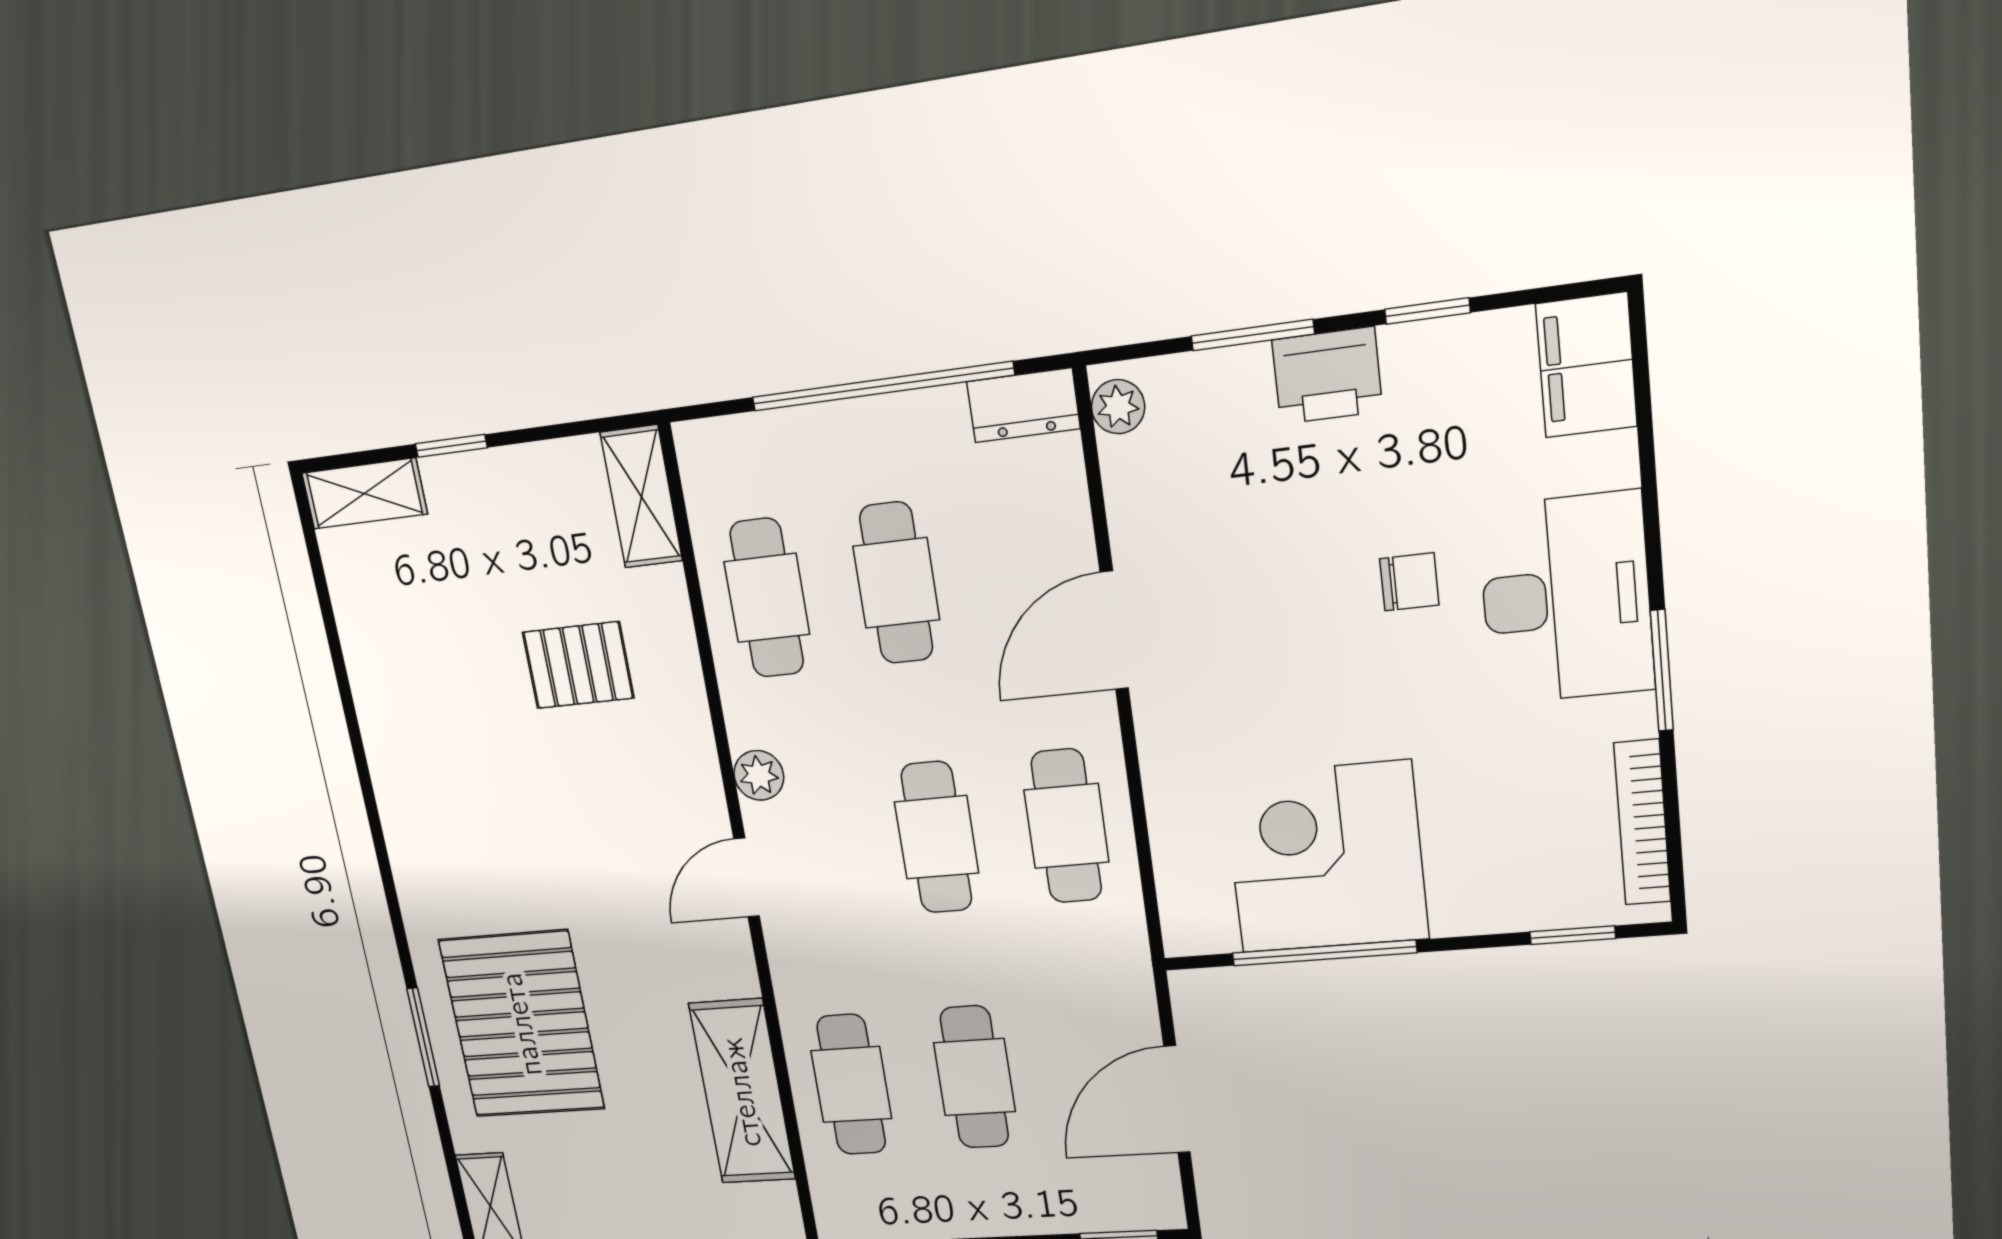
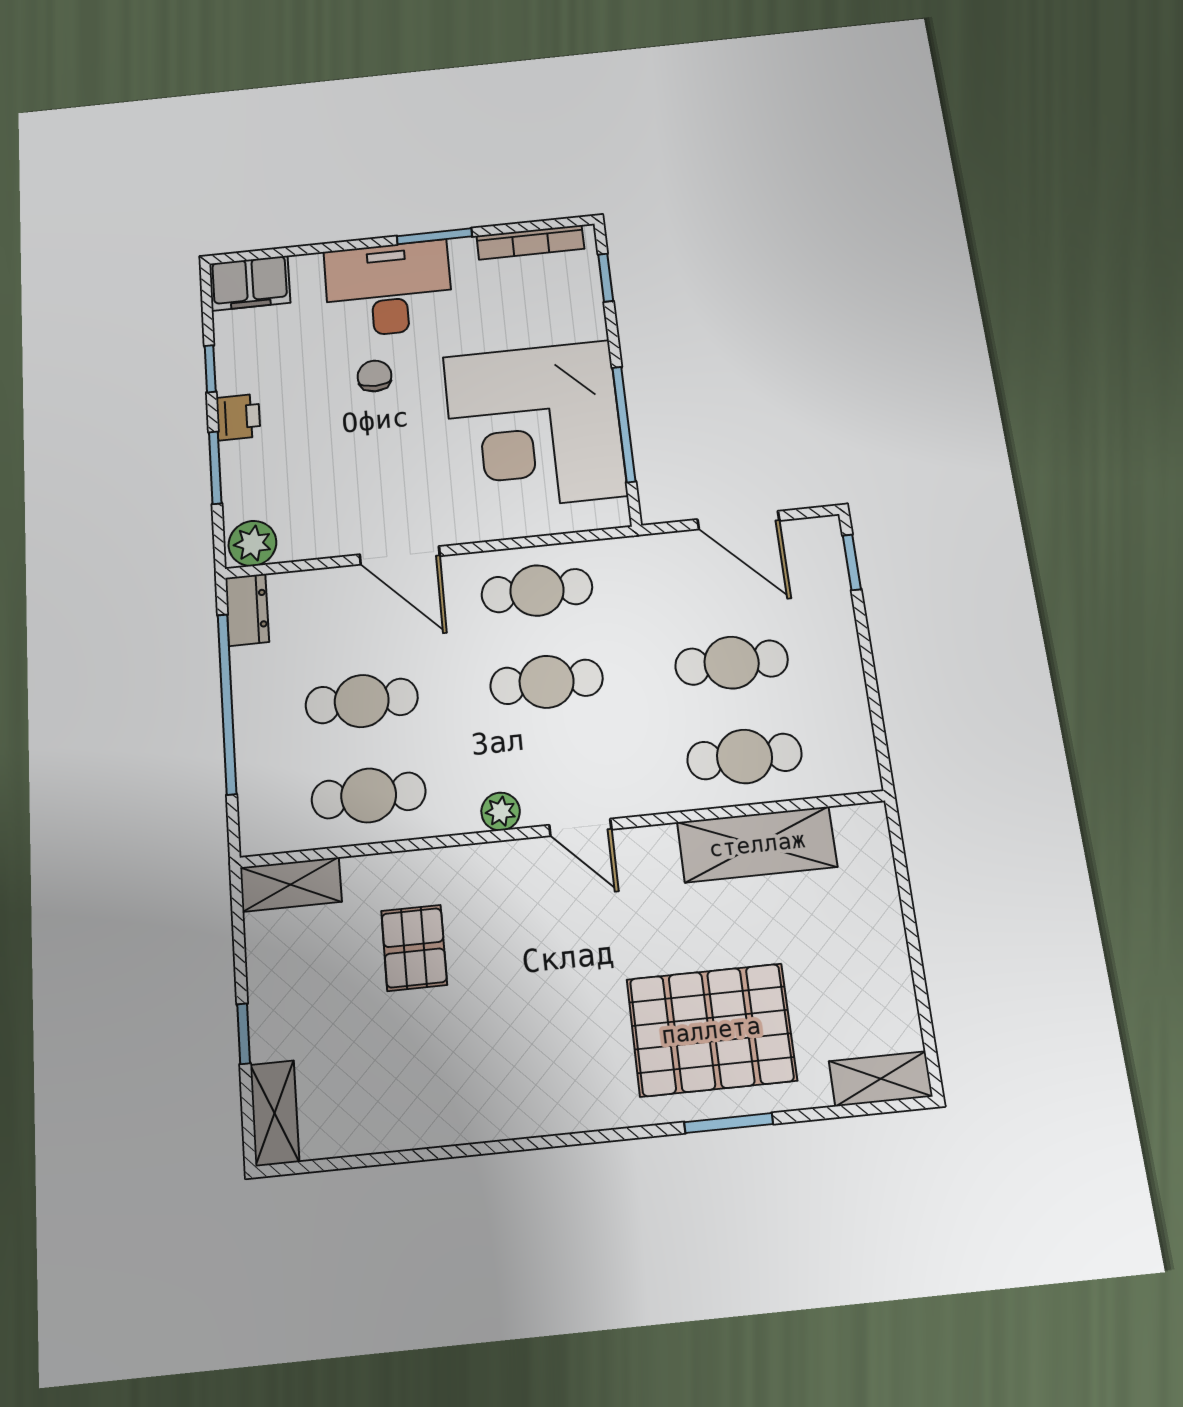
printer: (1327, 376) -> (238, 417), width x0.73, depth x0.81
plant: (1118, 407) -> (252, 543), width x1.38, depth x1.38
corner desk: (1326, 858) -> (534, 426), width x1.36, depth x1.36

